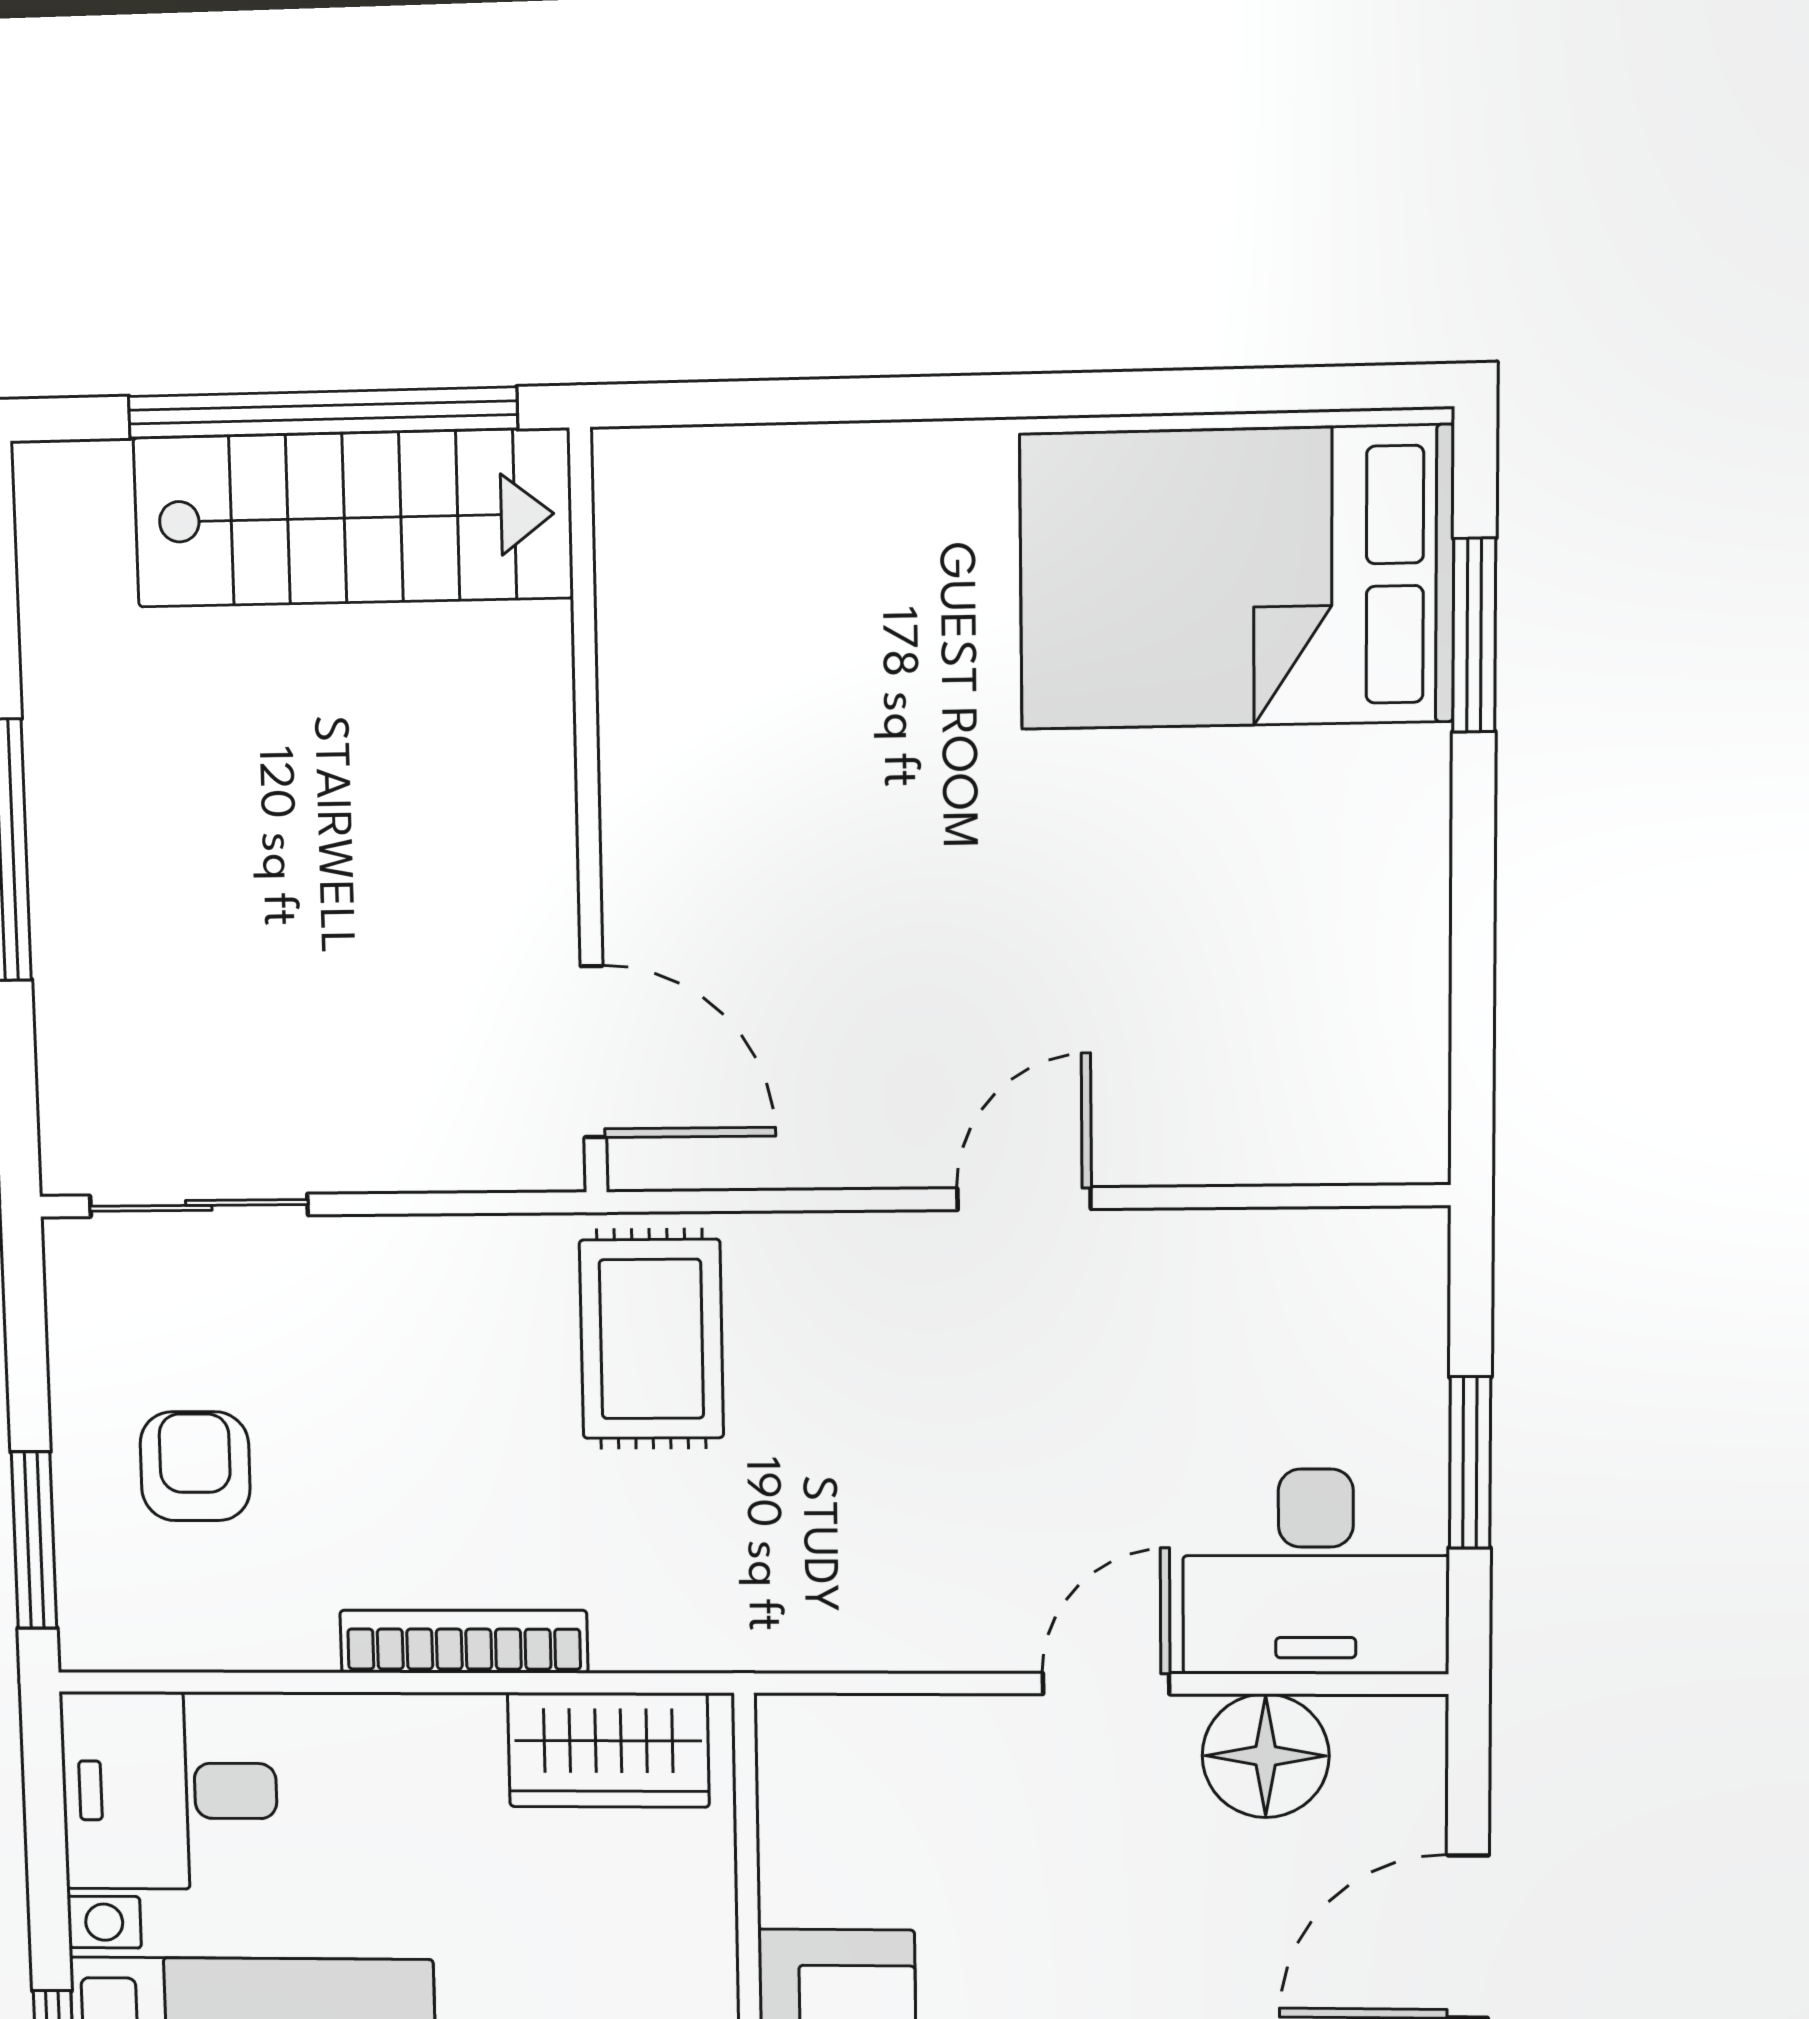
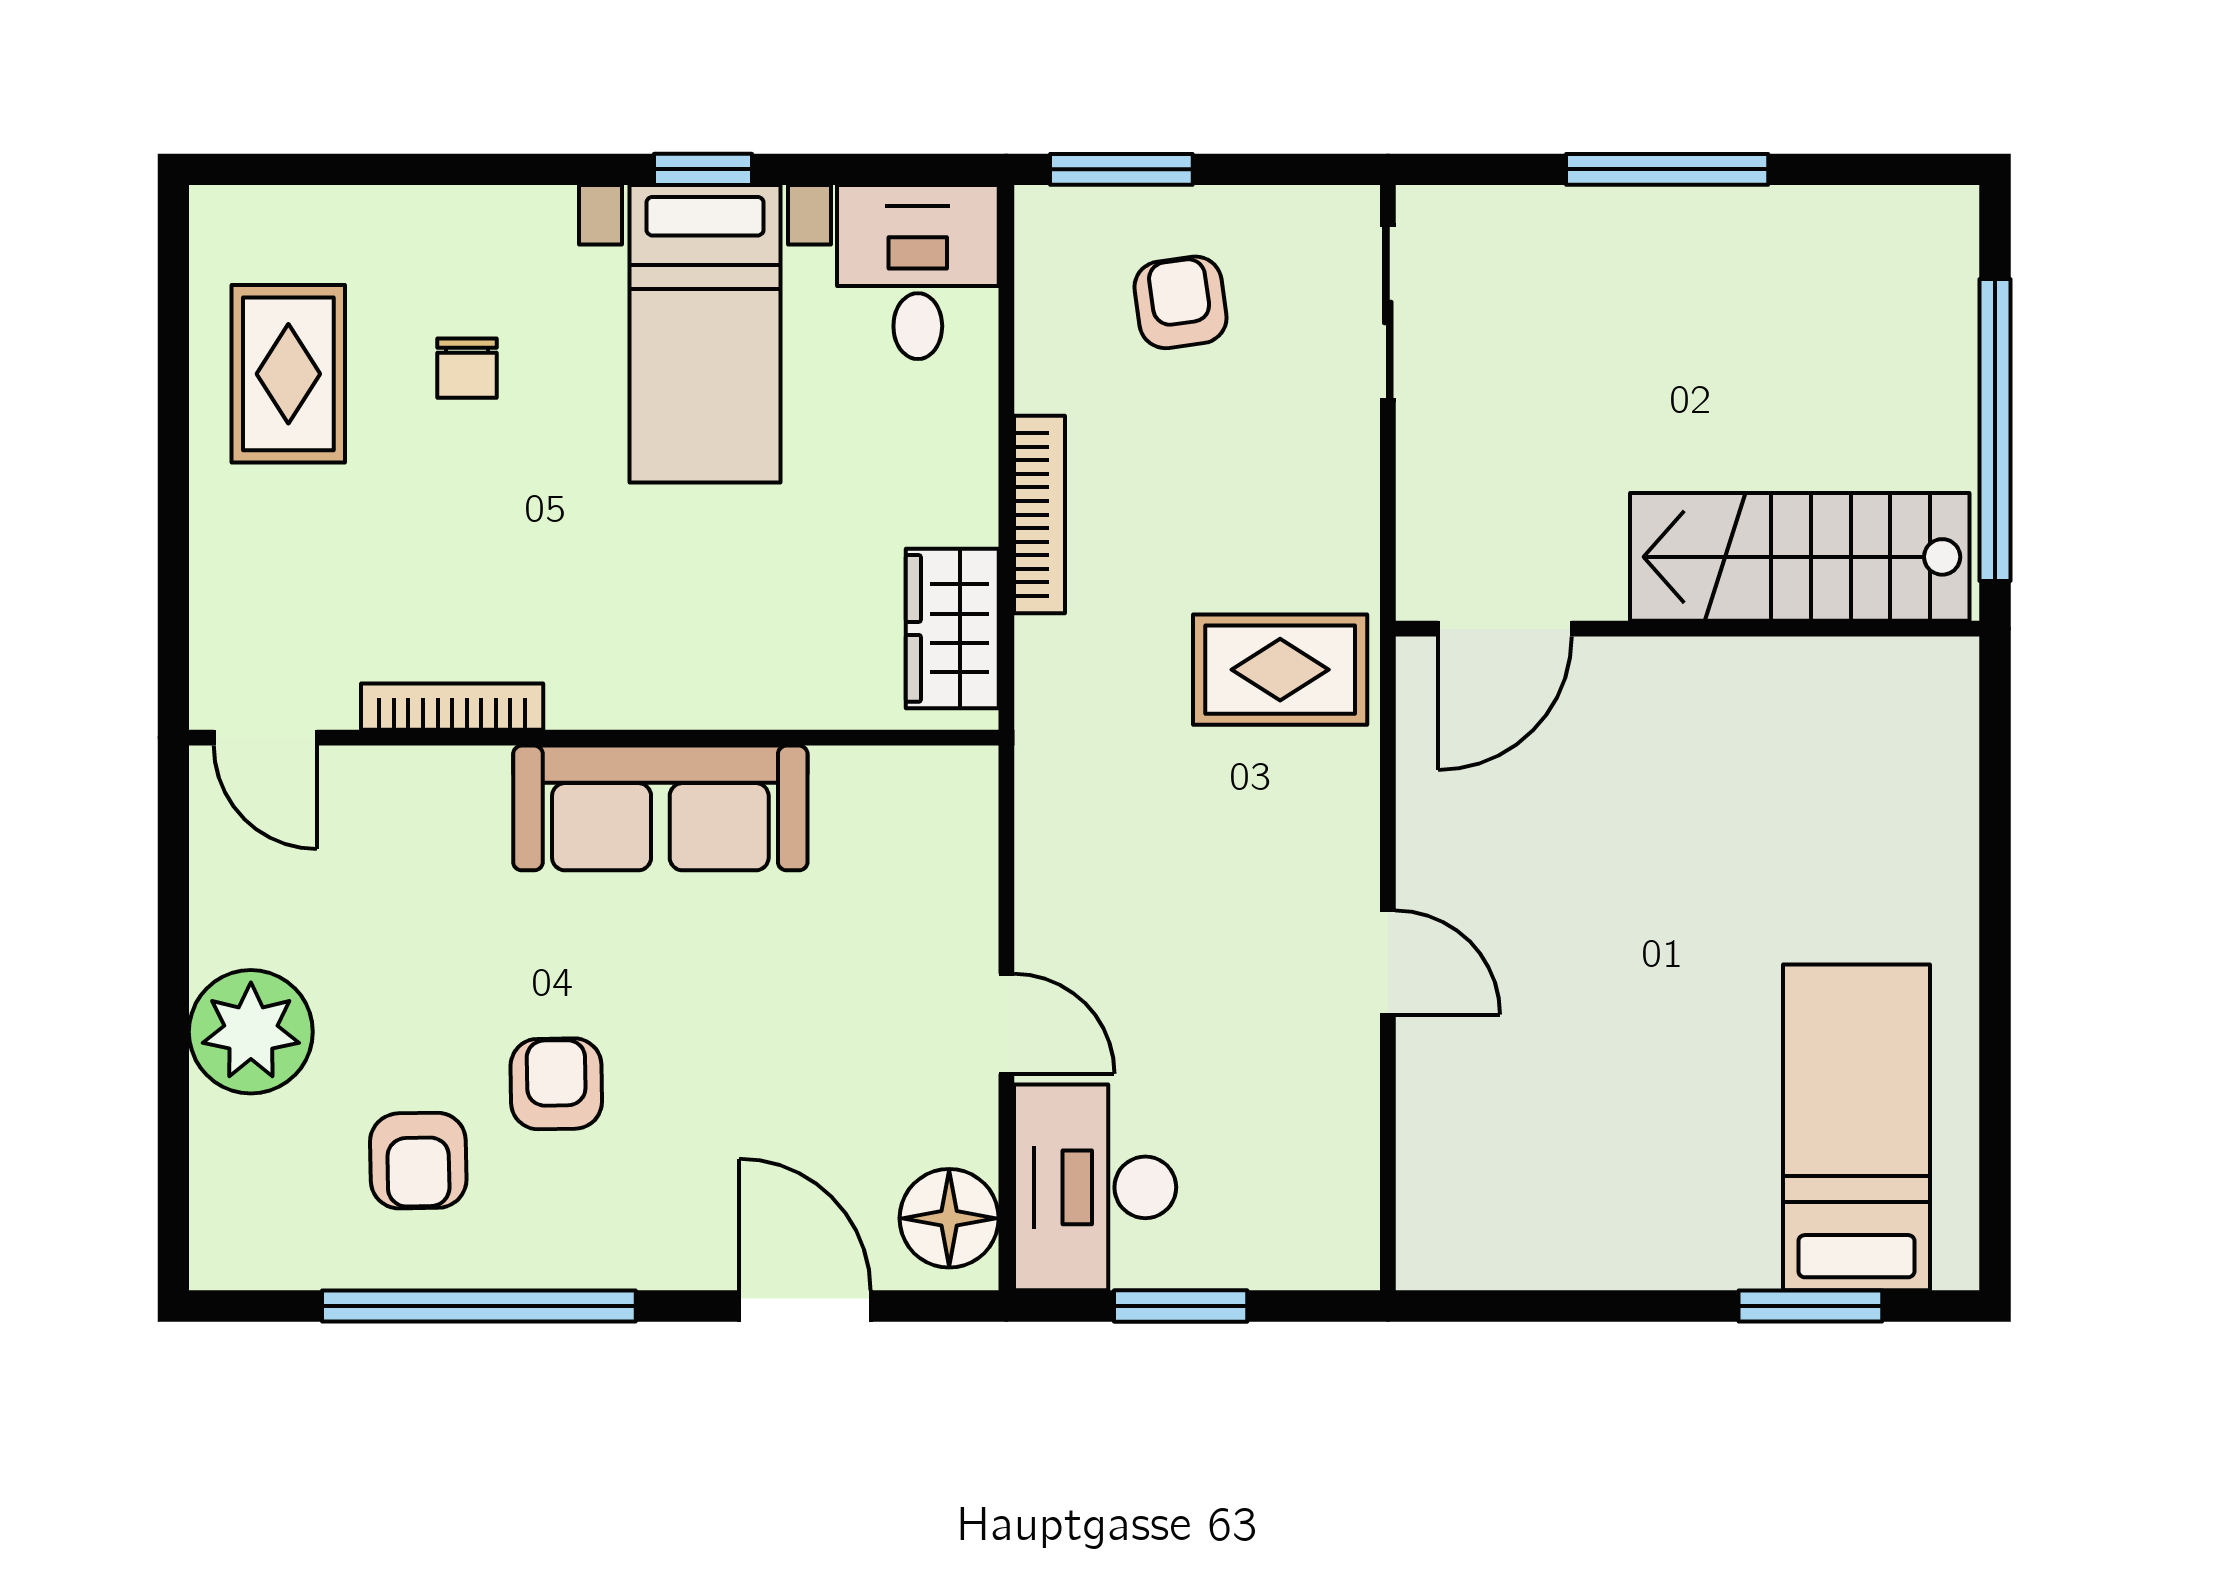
stairs: (353, 518) -> (1800, 557), moved, turned 90
bed: (1236, 578) -> (1856, 1127), width x0.67
armchair: (195, 1466) -> (1181, 302), turned -98
floor lamp: (1266, 1756) -> (949, 1218), moved

